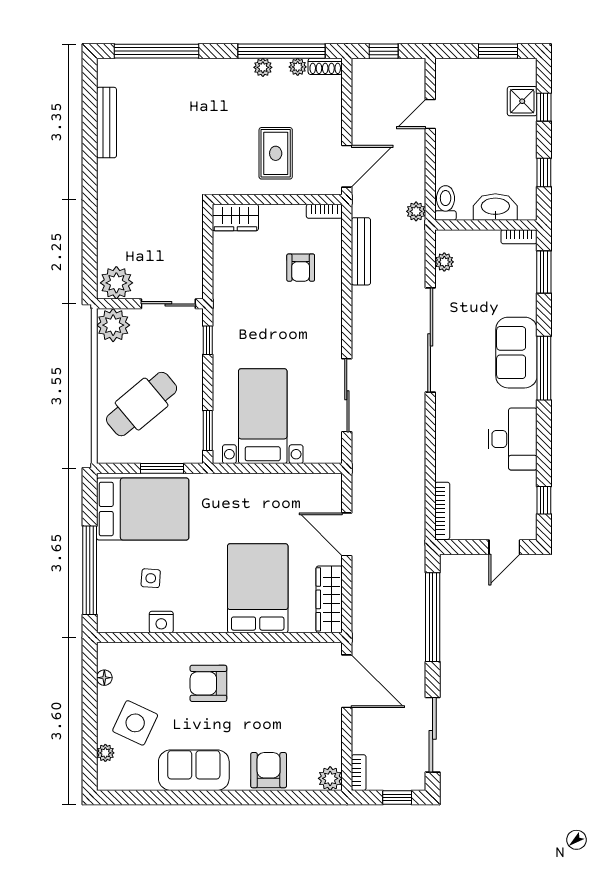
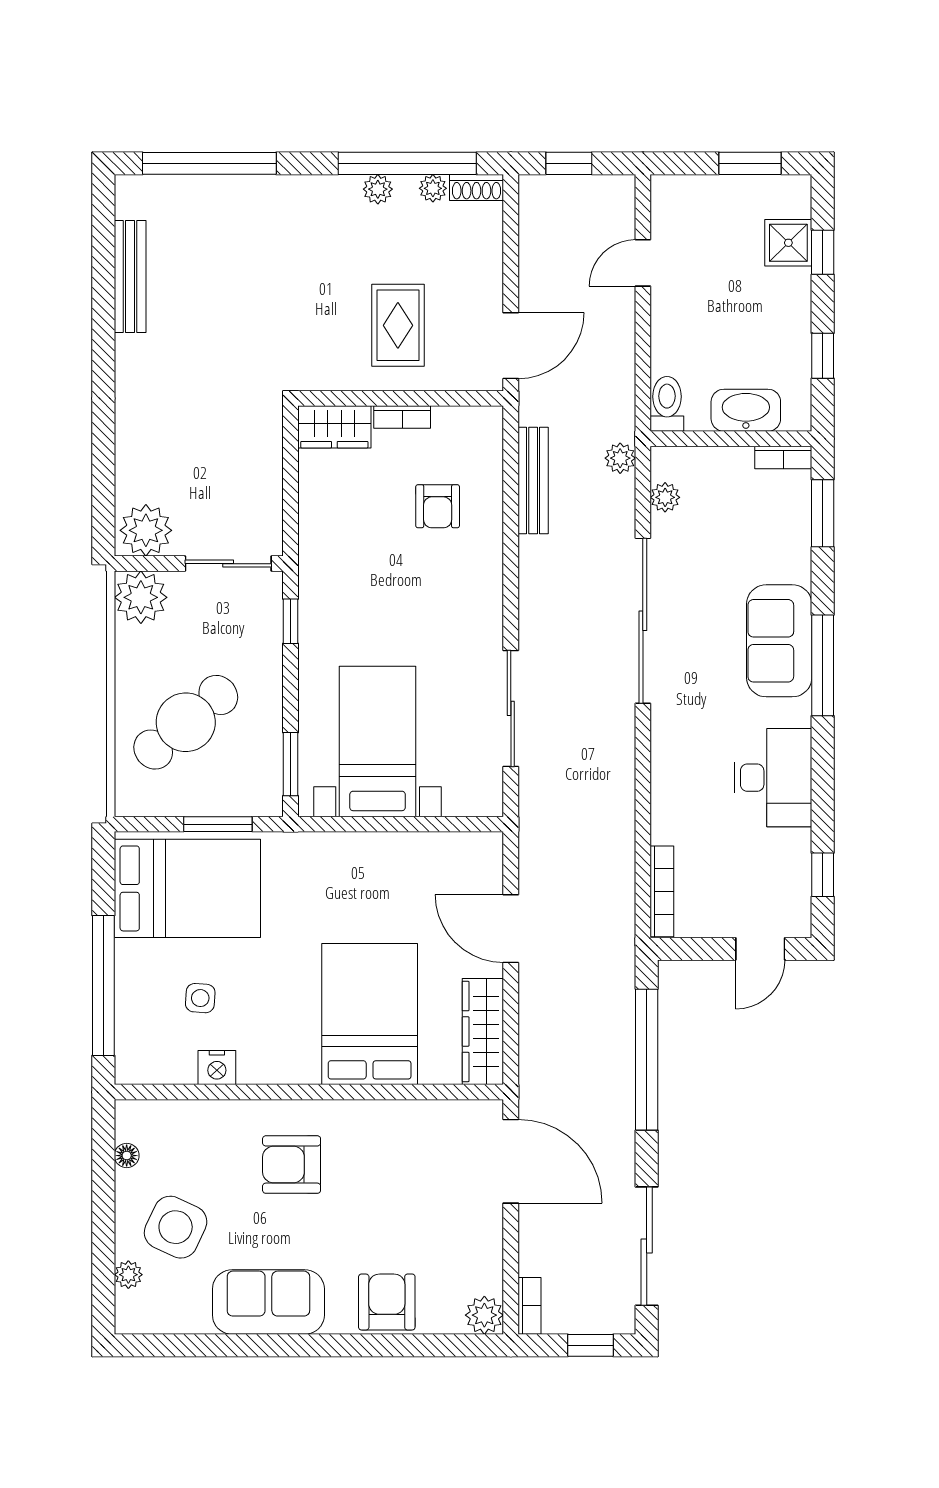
bookcase: (324, 211) -> (402, 417), moved
plant: (416, 211) -> (620, 458), moved

